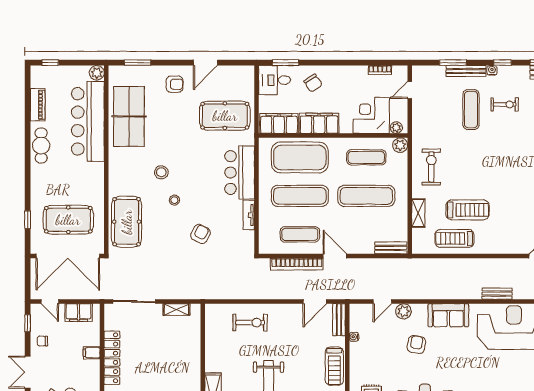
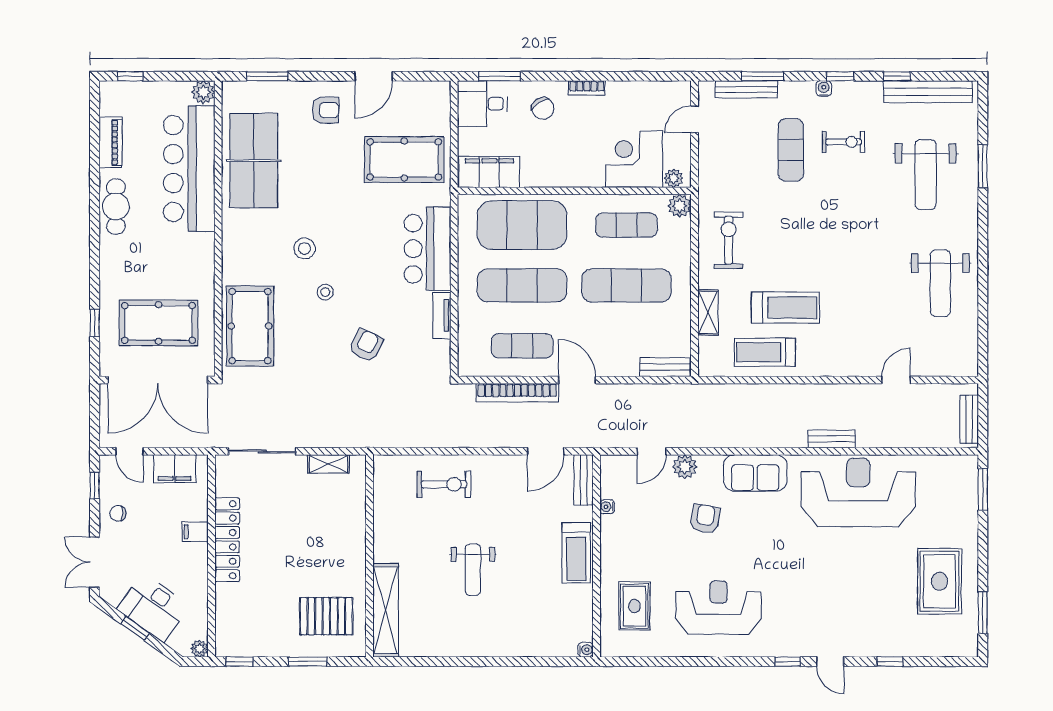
bookcase: (380, 70) -> (587, 88), moved
bench: (466, 71) -> (746, 89), moved
filing cabinet: (319, 123) -> (552, 171), removed

